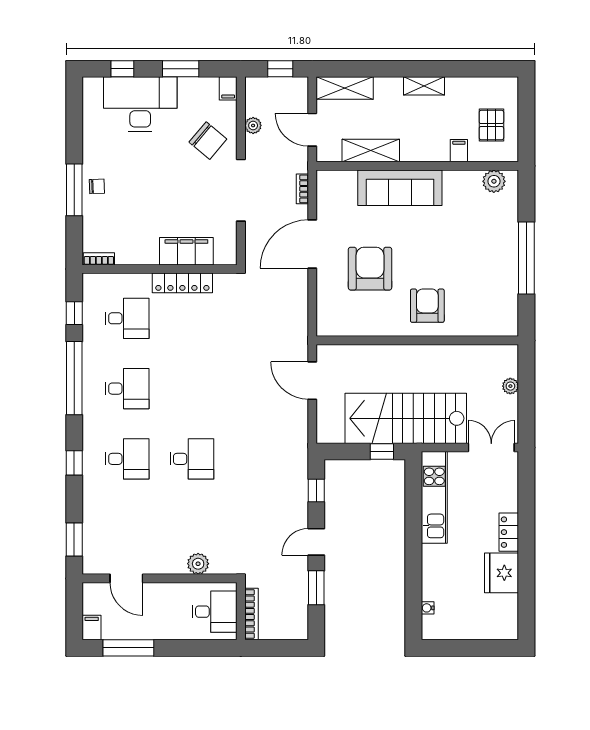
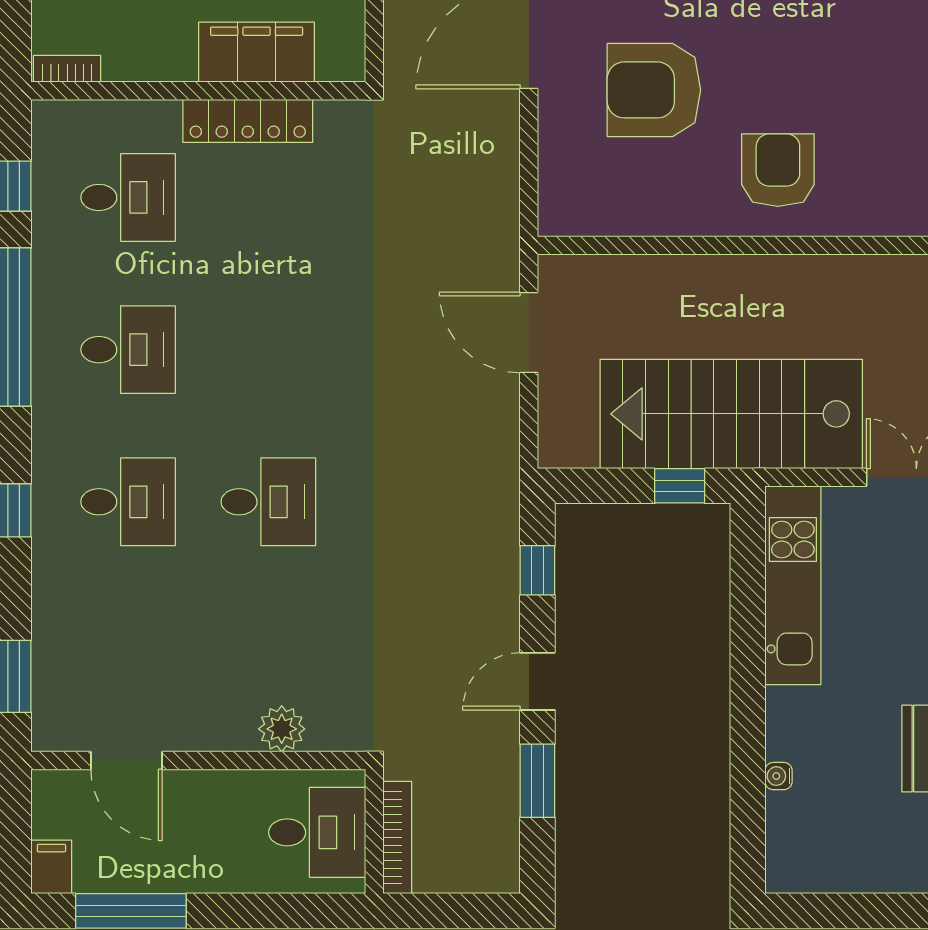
armchair: (370, 269) -> (654, 90), turned -90
water cooler: (428, 608) -> (779, 776), moved

